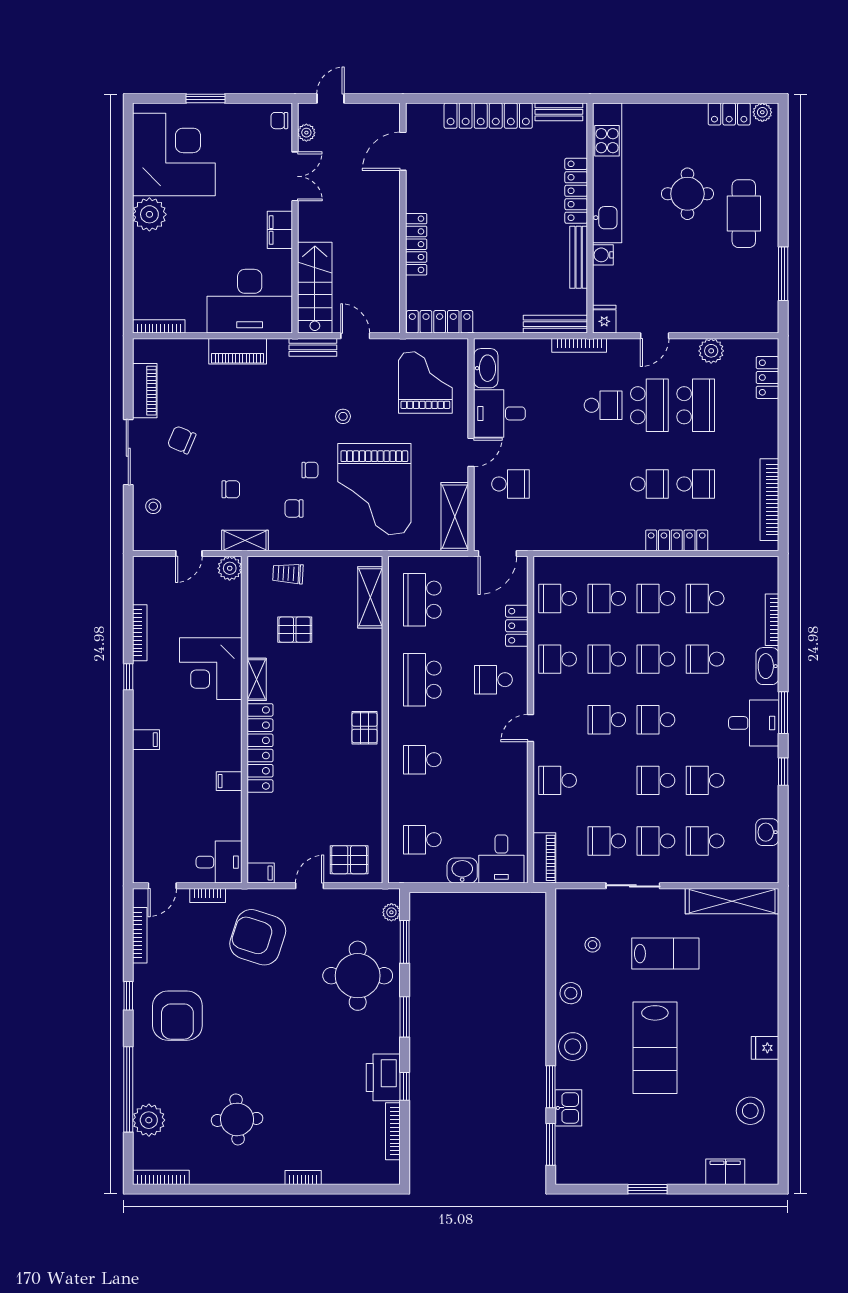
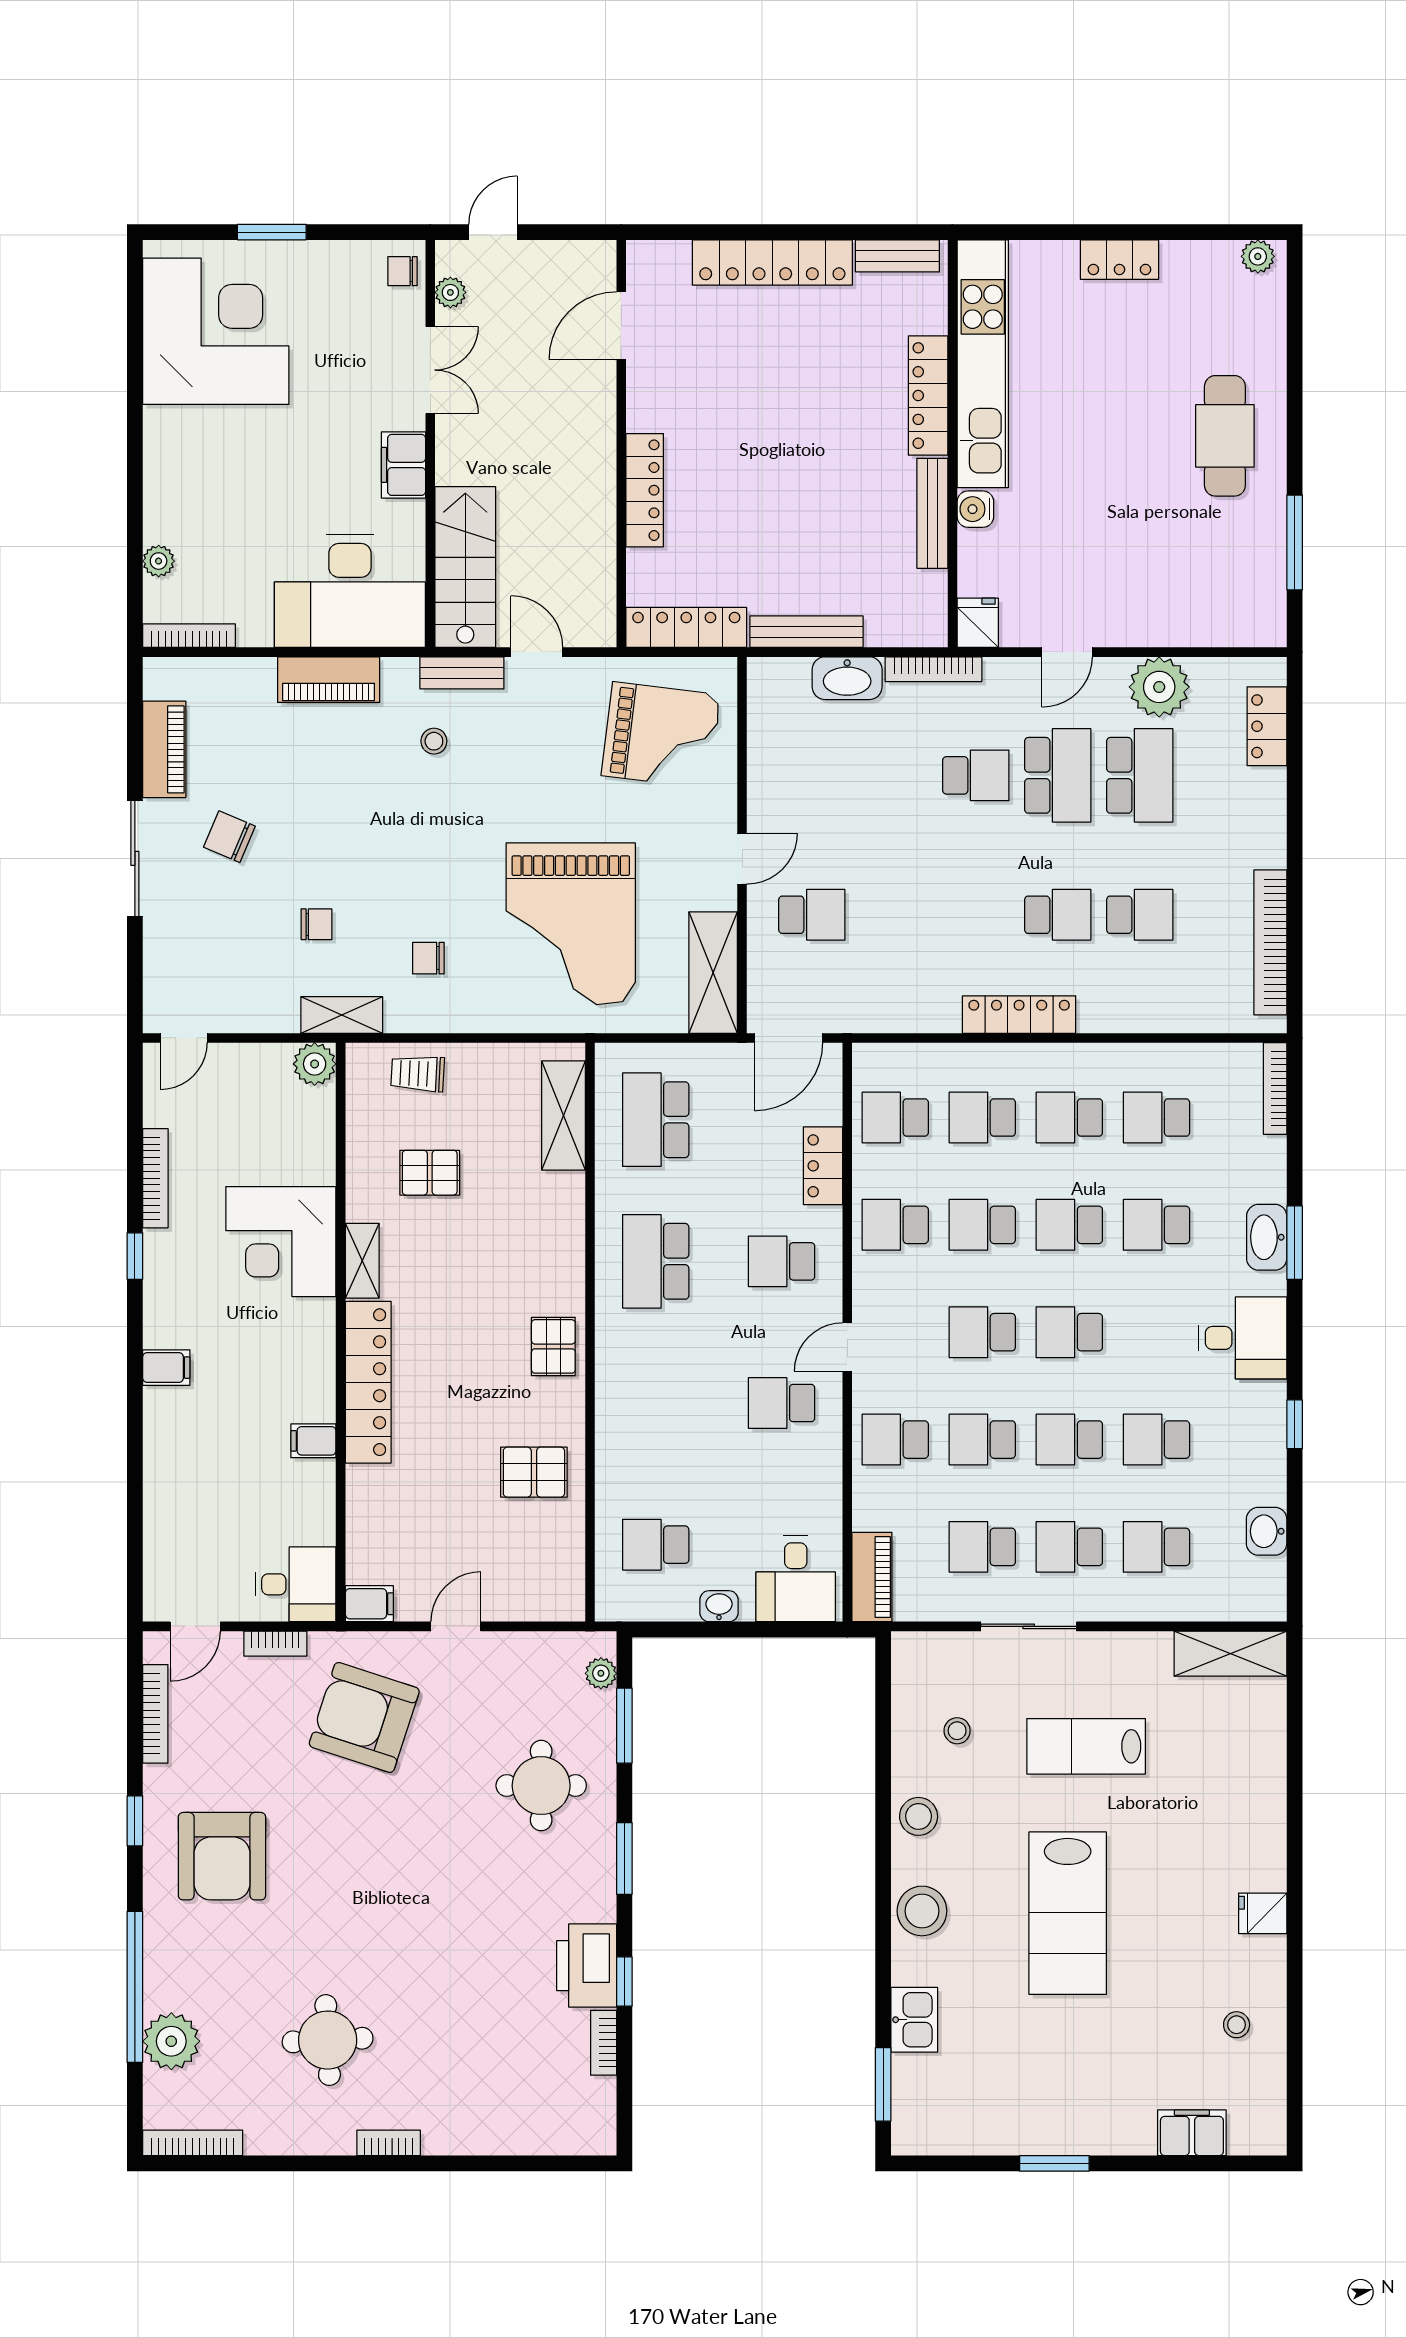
locker: (729, 114) -> (1119, 260), moved
round table: (687, 194) -> (1125, 401), removed
plant: (149, 214) -> (159, 561), moved, width x0.53, depth x0.53
bench: (555, 324) -> (806, 632), moved
plant: (711, 351) -> (1159, 687), width x1.36, depth x1.36
washbasin: (486, 368) -> (847, 678), moved, turned 90
grand piano: (425, 383) -> (661, 735), turned 97
desk: (499, 413) -> (792, 790), removed
stool: (343, 416) -> (434, 741), moved
chair: (310, 470) -> (457, 890), removed
stool: (153, 506) -> (179, 954), removed
locker: (677, 540) -> (1019, 1015), moved
door: (189, 554) -> (184, 1038), moved
bookcase: (772, 620) -> (1275, 1089), moved
window: (783, 713) -> (1295, 1243), moved
school desk: (422, 760) -> (782, 1403), moved
school desk: (607, 780) -> (982, 1440), added
pallet: (349, 860) -> (534, 1472), moved
washbasin: (462, 871) -> (719, 1606), width x0.72, depth x0.69
shelving: (732, 901) -> (1230, 1654), width x0.68
lab bench: (665, 954) -> (1086, 1746), turned 180
round table: (358, 976) -> (541, 1786), width x0.73, depth x0.73
window: (551, 1087) -> (883, 1982), removed
stool: (750, 1111) -> (1237, 2025), width x0.53, depth x0.53
bookcase: (393, 1131) -> (604, 2043), width x0.64
bookcase: (303, 1178) -> (389, 2143), moved

